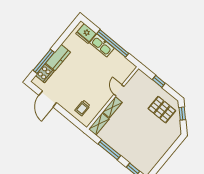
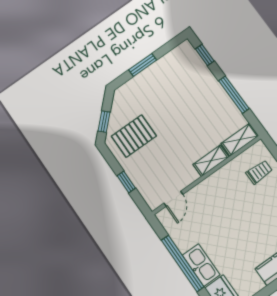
door: (119, 90) -> (173, 199), moved
pallet: (162, 110) -> (134, 136), turned 90
window: (169, 154) -> (143, 65), added

